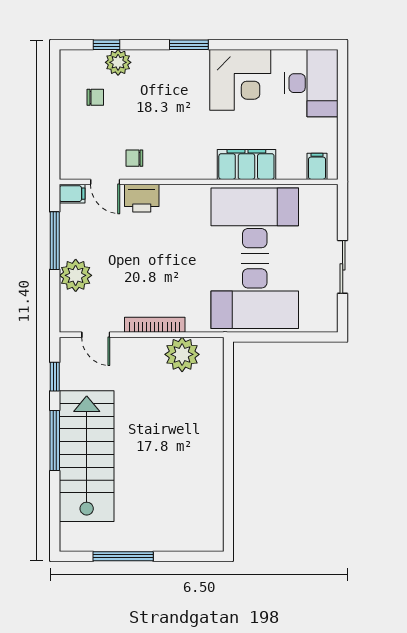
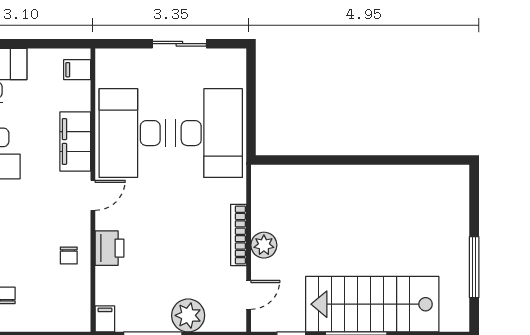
door: (105, 182) -> (93, 195), moved
plant: (182, 354) -> (264, 245), moved, width x0.73, depth x0.73

